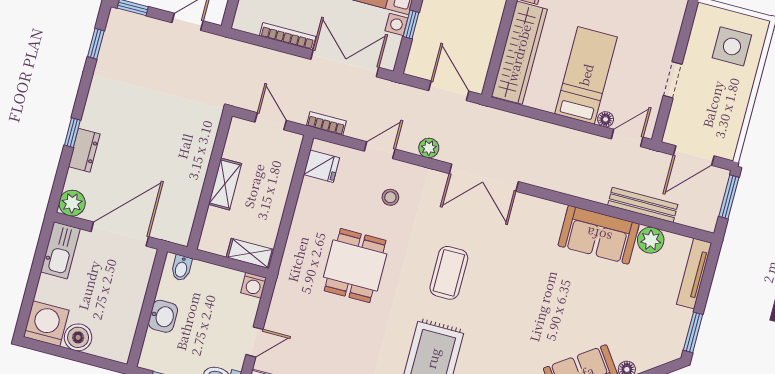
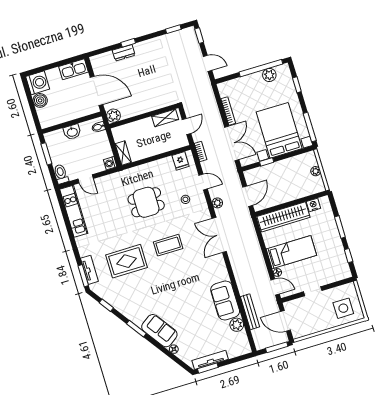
shelving: (225, 184) -> (165, 118), moved
plant: (72, 203) -> (114, 116), moved
tv unit: (694, 273) -> (210, 360), moved

